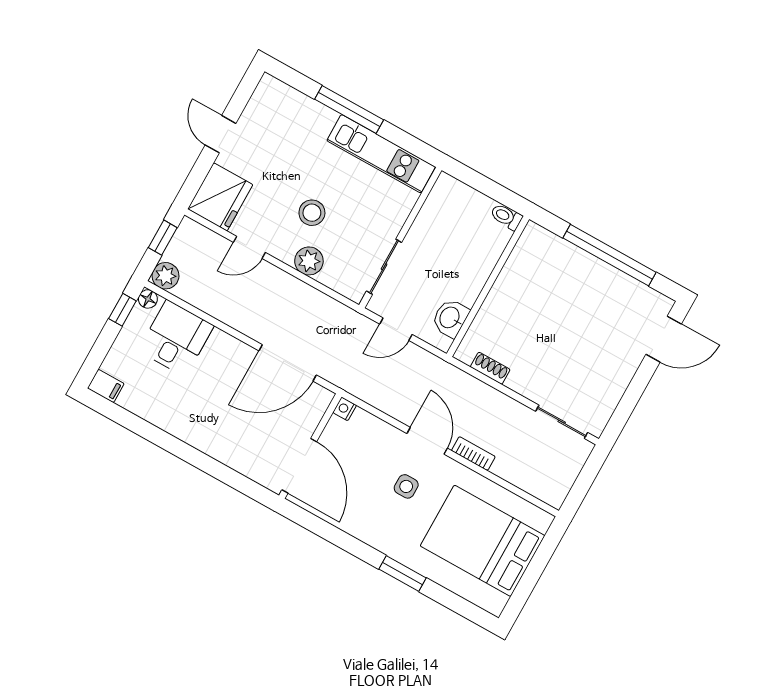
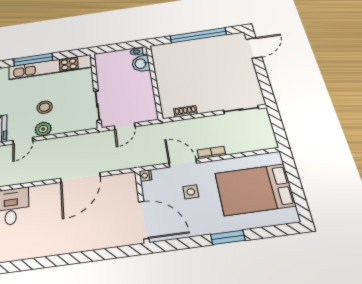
kitchen unit: (381, 154) -> (50, 67), width x1.36
plant: (309, 261) -> (43, 129), moved
washbasin: (450, 318) -> (141, 64), moved
nightstand: (345, 409) -> (146, 175), moved
wall: (310, 446) -> (142, 206), moved
door: (299, 466) -> (144, 220), moved

